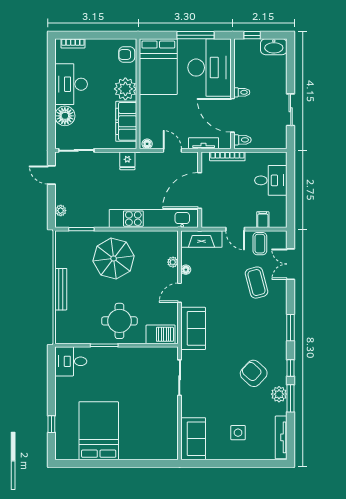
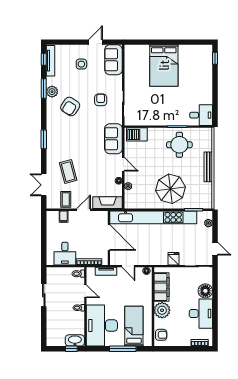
window: (195, 35) -> (123, 349), moved
washbasin: (274, 47) -> (75, 340), moved
bed: (158, 67) -> (134, 326), width x0.67
door: (233, 115) -> (85, 291), width x0.53
fridge: (127, 161) -> (173, 259), moved
desk: (271, 180) -> (65, 254), moved, turned -90
door: (200, 190) -> (109, 238), hinge flipped
kitchen unit: (154, 219) -> (153, 217), width x1.36
door: (235, 229) -> (83, 210), hinge flipped
double door: (291, 264) -> (44, 185), swing flipped
door: (180, 293) -> (123, 164), hinge flipped
round table: (119, 321) -> (179, 145), moved
window: (291, 368) -> (44, 59), moved
armchair: (254, 373) -> (70, 106), turned 79
armchair: (211, 383) -> (101, 100), added
window: (51, 424) -> (215, 58), moved
bed: (99, 431) -> (164, 65), moved
door: (218, 463) -> (95, 42), added

